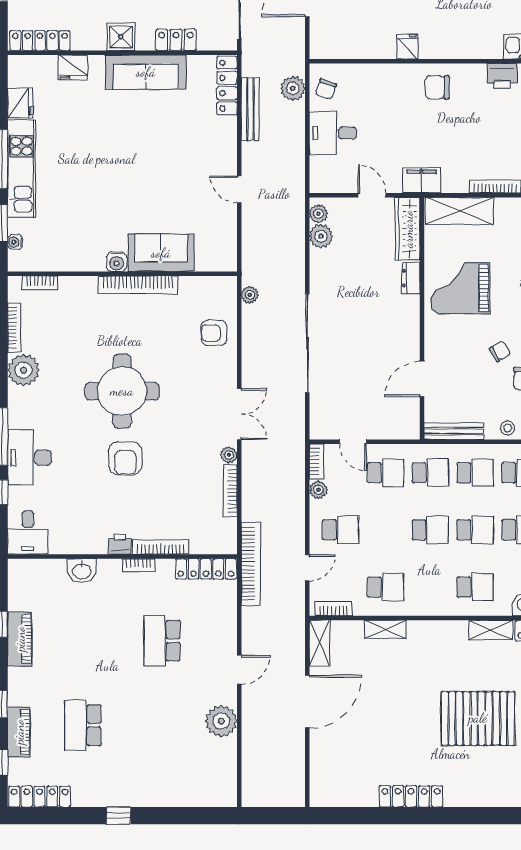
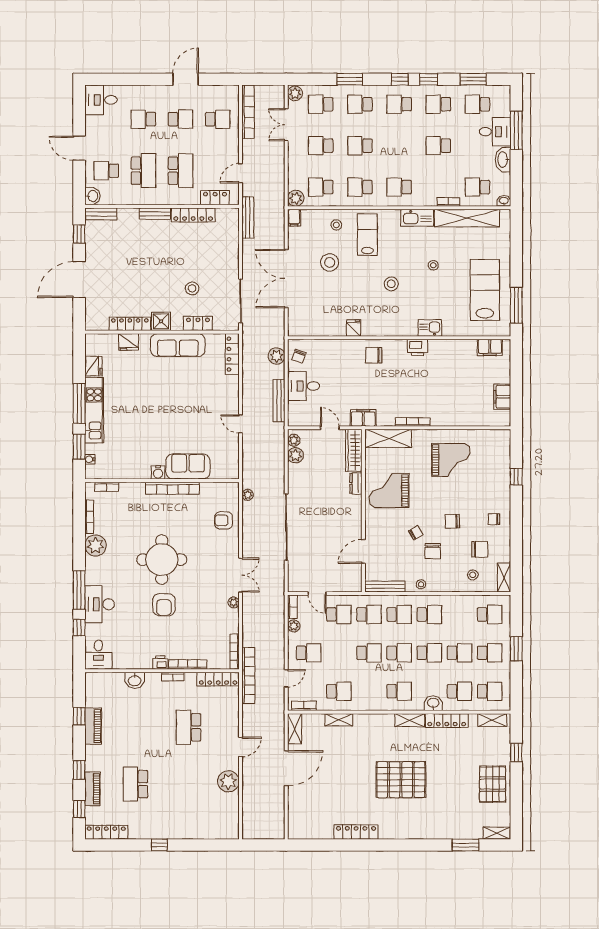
locker: (40, 41) -> (130, 324), moved
bench: (250, 109) -> (279, 401), moved
bookcase: (230, 491) -> (235, 652), moved

